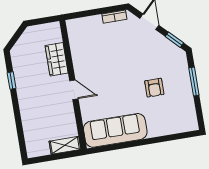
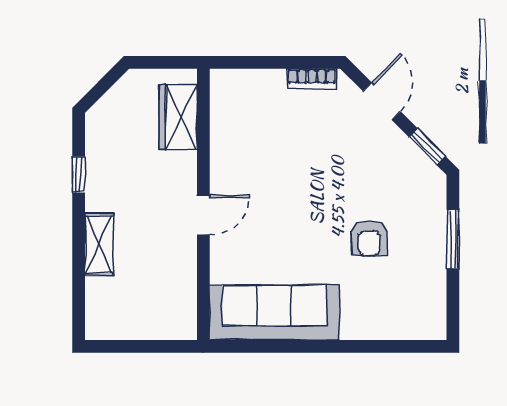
wardrobe: (57, 59) -> (178, 117), moved
door: (74, 90) -> (203, 215), hinge flipped
shelving: (65, 145) -> (99, 244), moved, turned 90

